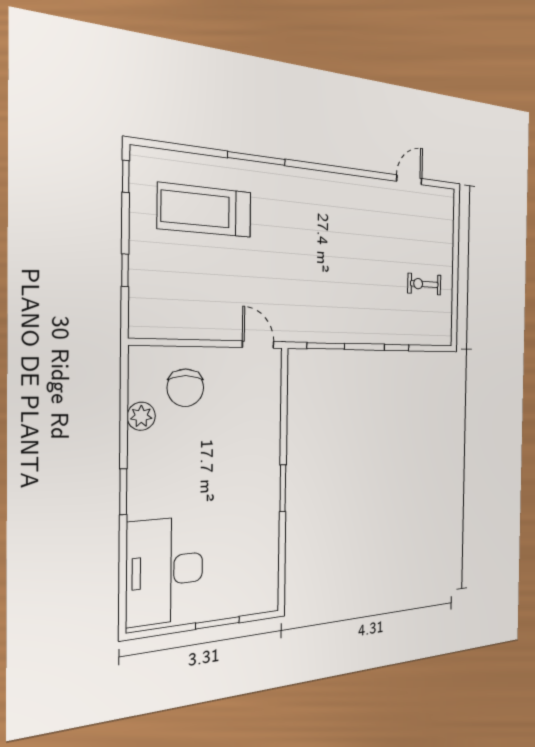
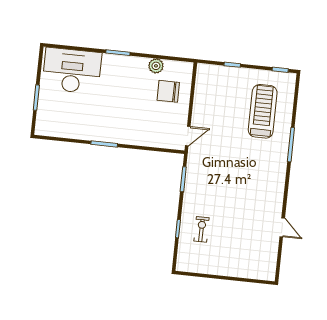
door: (409, 180) -> (282, 227), moved
exercise bike: (424, 284) -> (201, 229), moved

